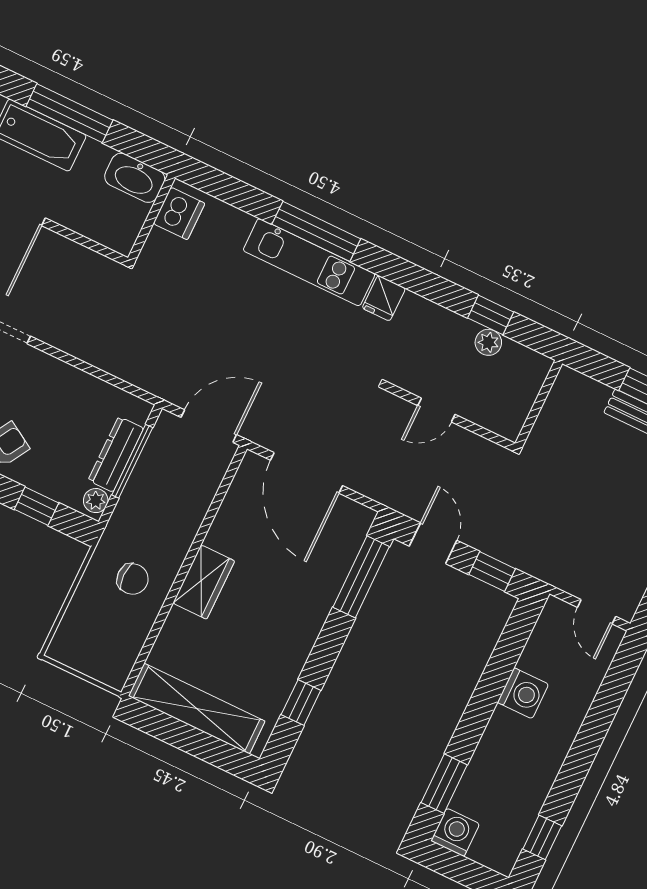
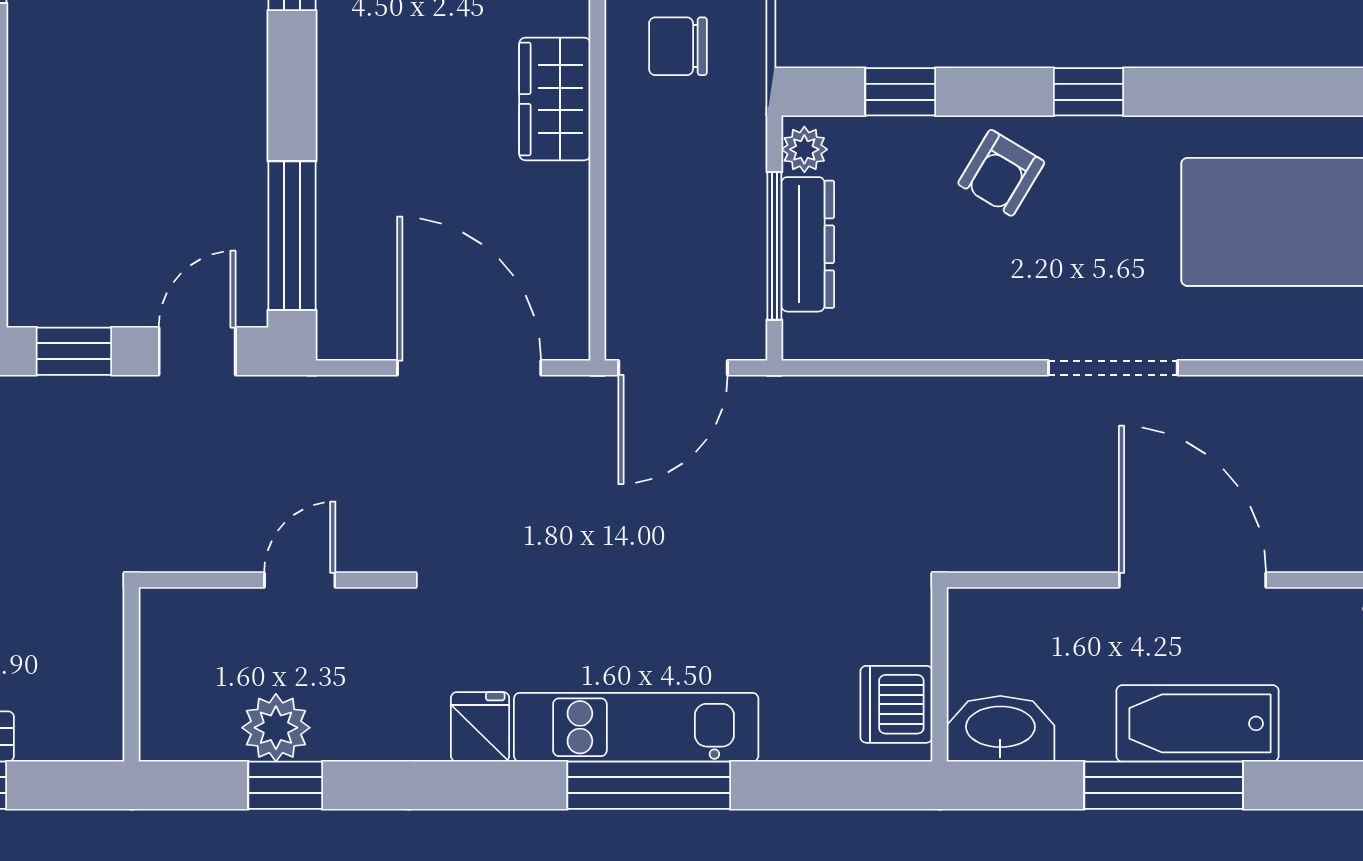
plant: (488, 342) -> (276, 728), width x1.38, depth x1.38
door: (433, 543) -> (197, 351), swing flipped

